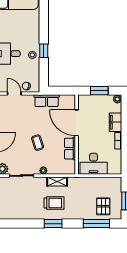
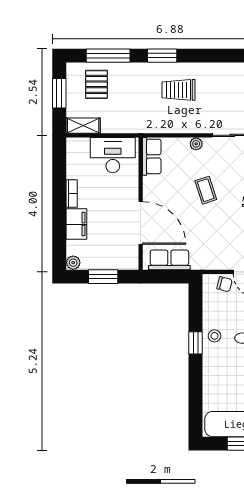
row of seats: (47, 101) -> (169, 260), moved
row of seats: (70, 149) -> (152, 156), moved
shelving: (57, 181) -> (83, 126), moved
window: (53, 224) -> (162, 56), moved

